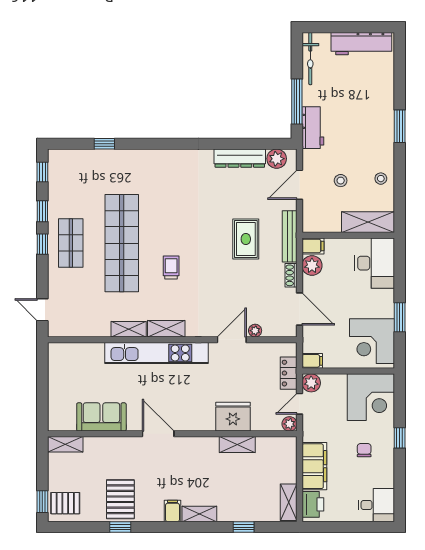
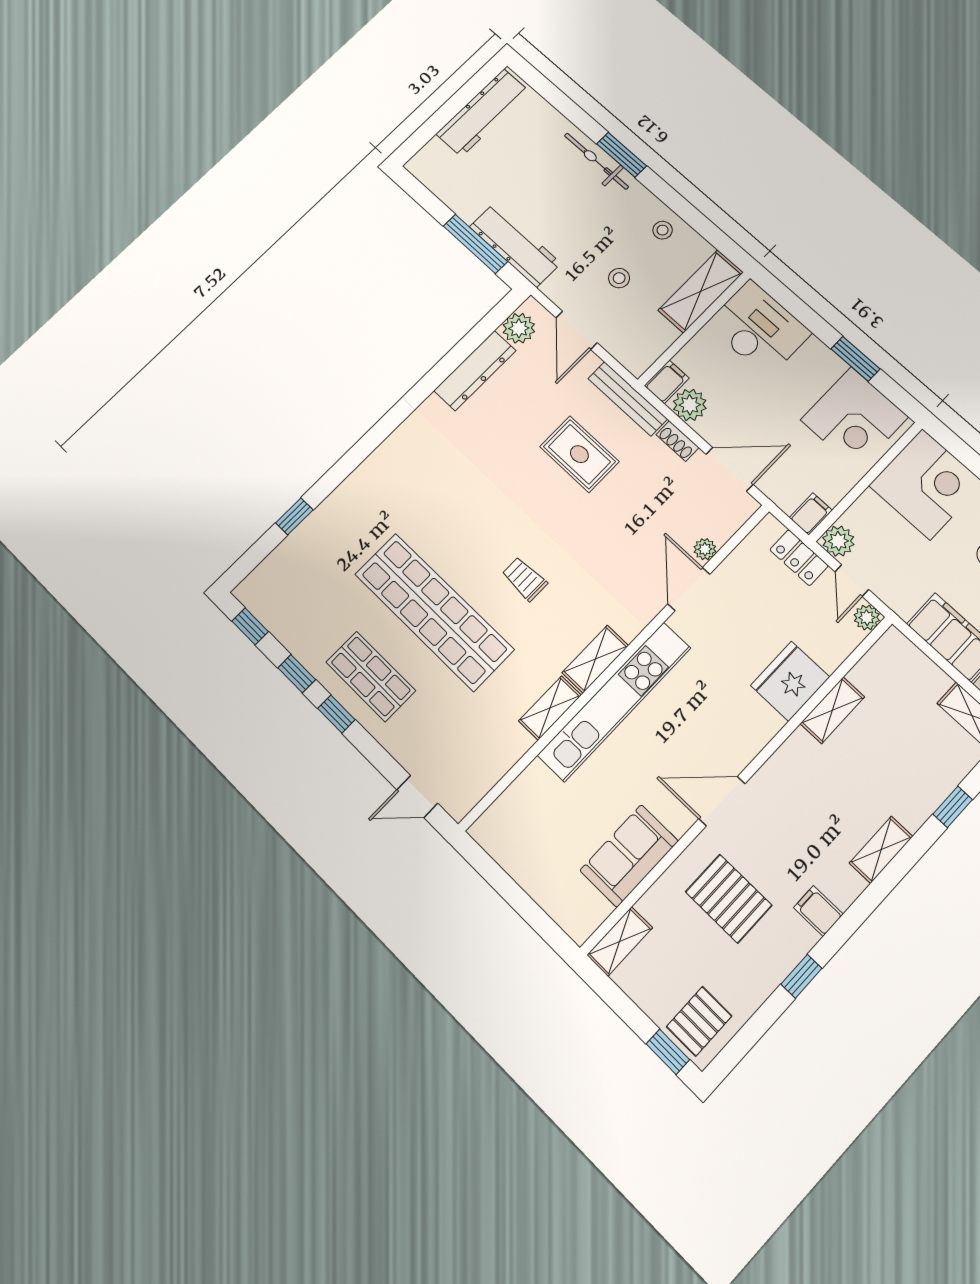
bicycle: (310, 59) -> (596, 161), moved, turned 180
workbench: (313, 128) -> (515, 245), width x1.38
pallet: (120, 499) -> (729, 899), moved
filing cabinet: (173, 511) -> (818, 911), moved

